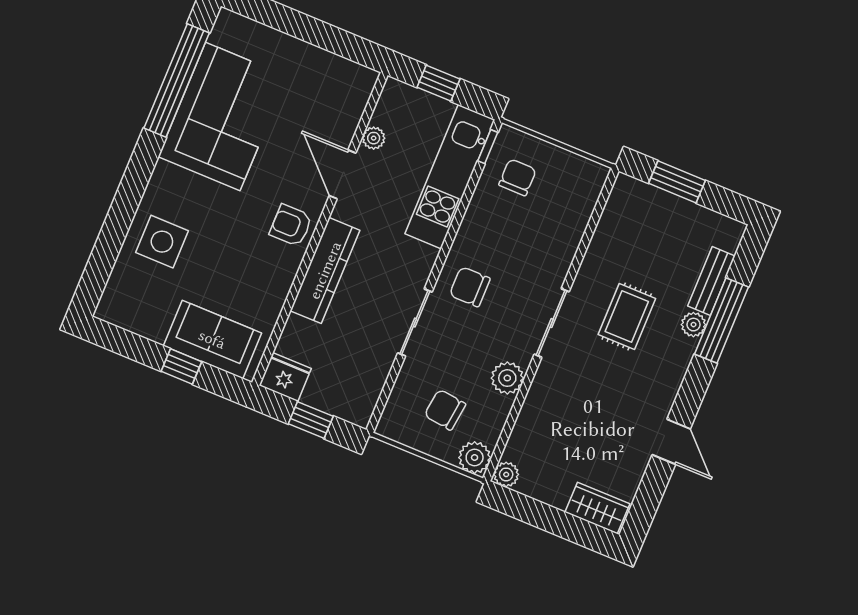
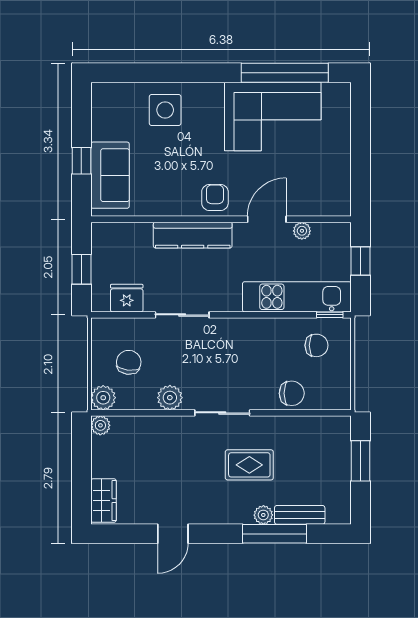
chair: (470, 287) -> (292, 393), moved, turned 90
fridge: (285, 377) -> (127, 298), moved, turned -90

